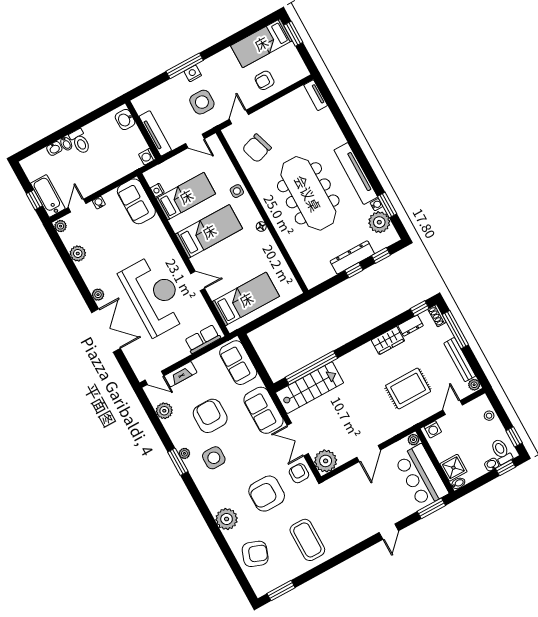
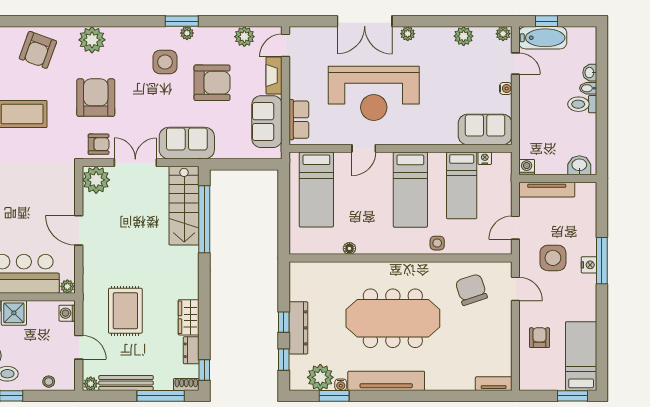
floor lamp: (261, 227) -> (349, 248), moved
sofa: (238, 363) -> (267, 122), moved, turned -90

